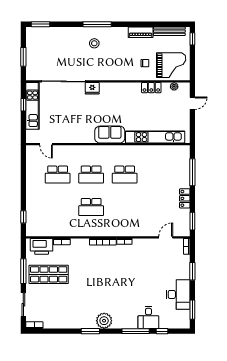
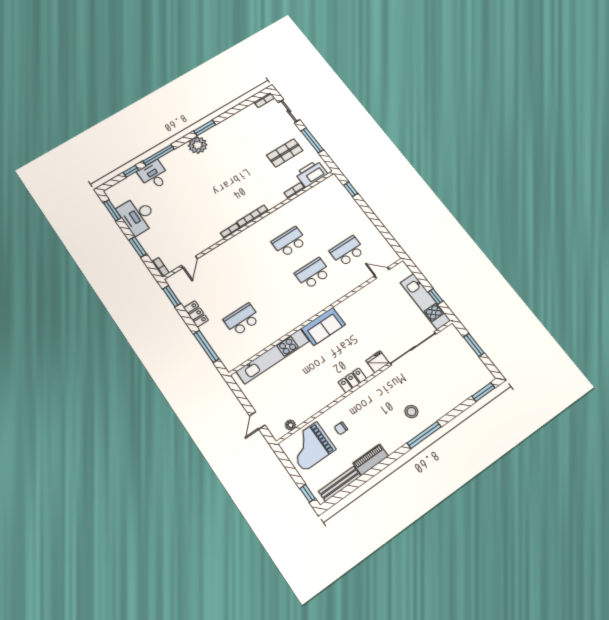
locker: (151, 88) -> (352, 380), moved
school desk: (125, 175) -> (242, 320), moved
shop shelf: (49, 274) -> (285, 153), width x0.70, depth x0.74

